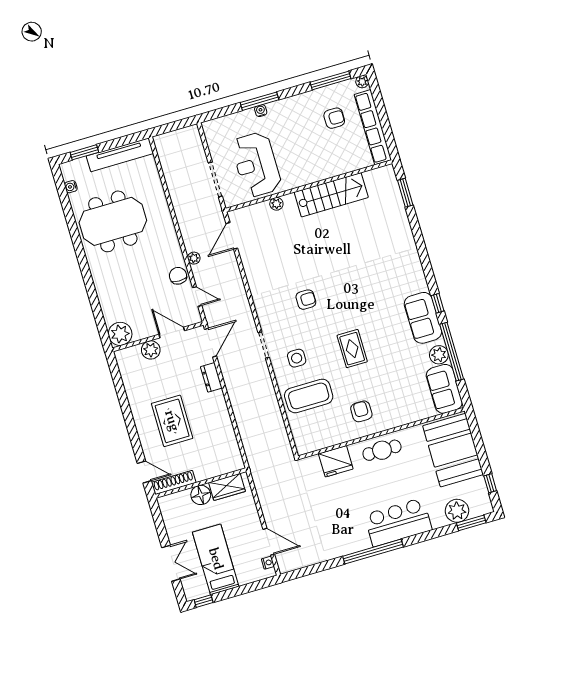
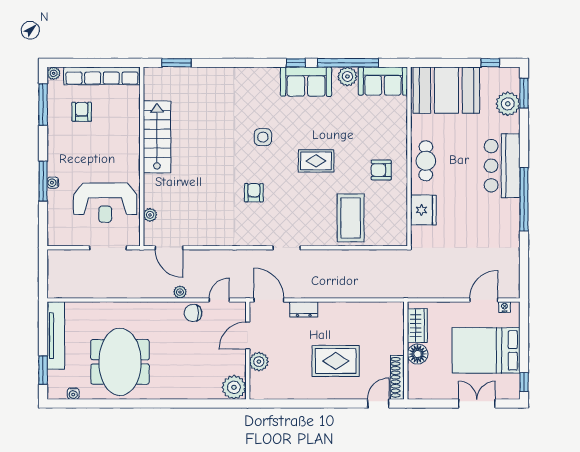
plant: (276, 204) -> (150, 215), moved
side table: (297, 358) -> (263, 137), moved
bed: (216, 559) -> (486, 350), width x1.50

